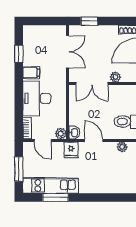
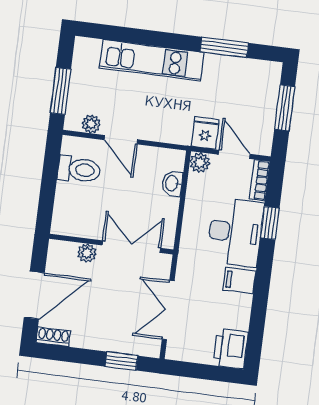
printer: (31, 35) -> (231, 349), added
window: (19, 54) -> (270, 223), moved
washbasin: (74, 133) -> (172, 183), moved
door: (94, 140) -> (121, 140), moved
fridge: (71, 150) -> (205, 133), moved
kitchen unit: (51, 186) -> (152, 60), moved

